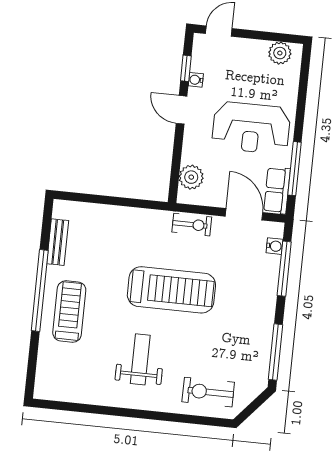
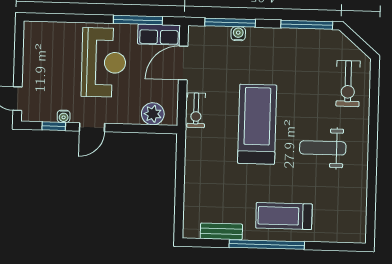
plant: (280, 53) -> (33, 41), removed
exercise bike: (192, 225) -> (196, 110), turned 180
water cooler: (275, 246) -> (238, 34), moved

